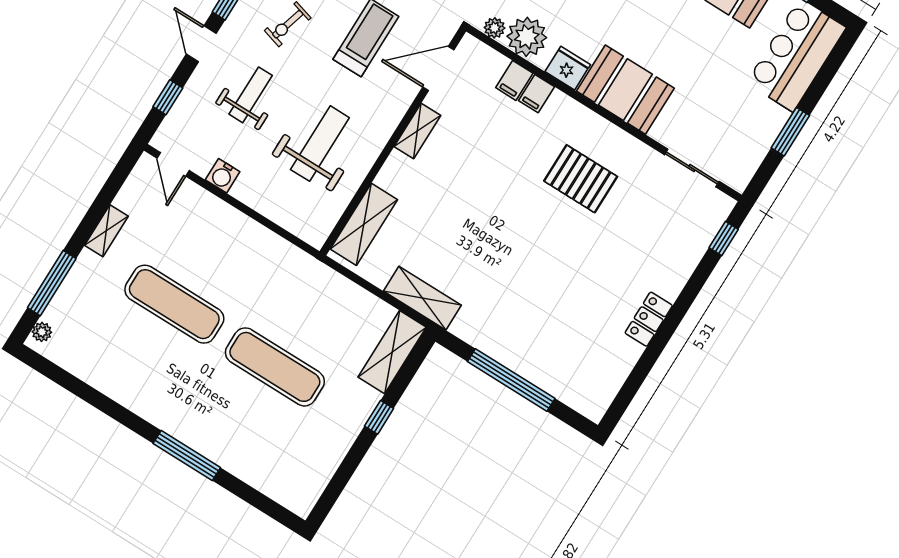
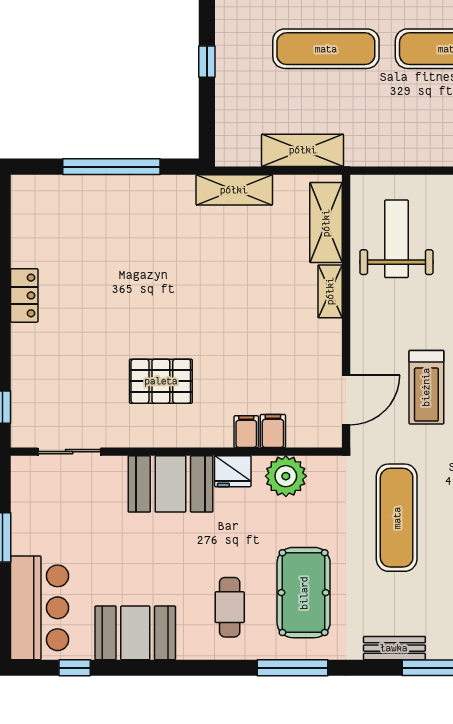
plant: (494, 28) -> (319, 466), removed
shelving: (417, 131) -> (330, 291), moved
weight bench: (320, 144) -> (396, 239), moved, turned 180
shelving: (392, 352) -> (303, 150), moved, turned 90

